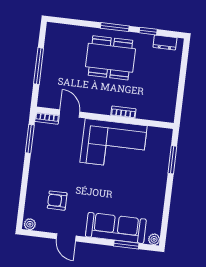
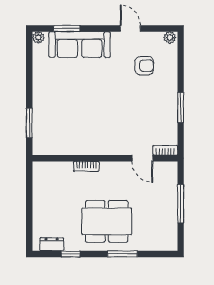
window: (115, 27) -> (122, 254), moved
window: (30, 139) -> (181, 107), moved
corner sofa: (114, 144) -> (93, 132), removed

